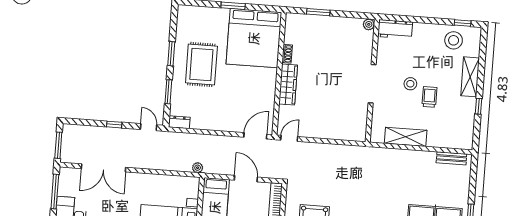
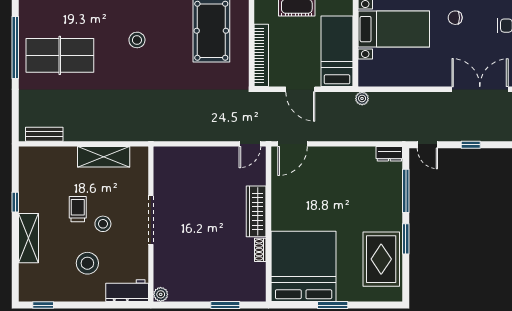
stool: (454, 40) -> (87, 263), moved
rug: (201, 64) -> (381, 259), moved
window: (168, 92) -> (406, 191), width x1.44
trolley: (429, 97) -> (78, 209), turned 180

